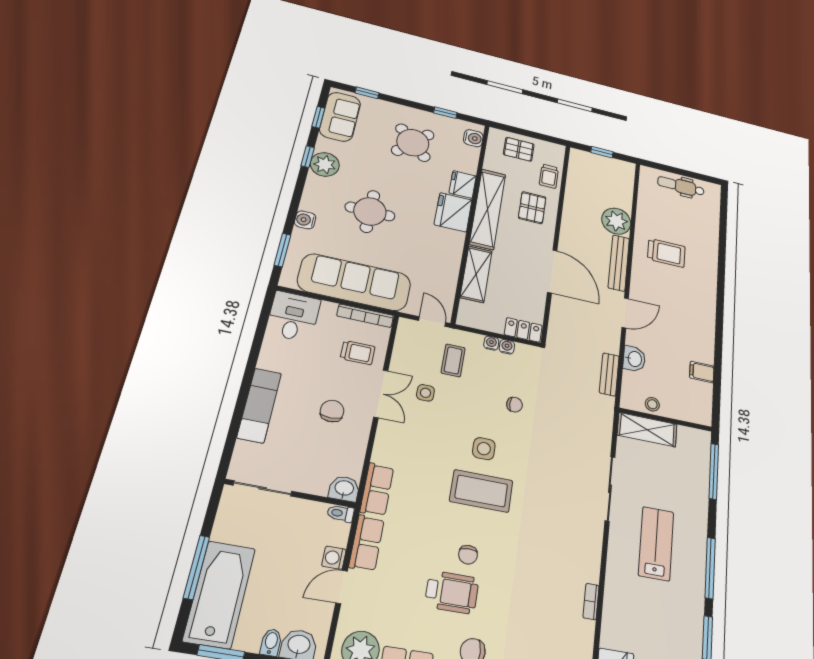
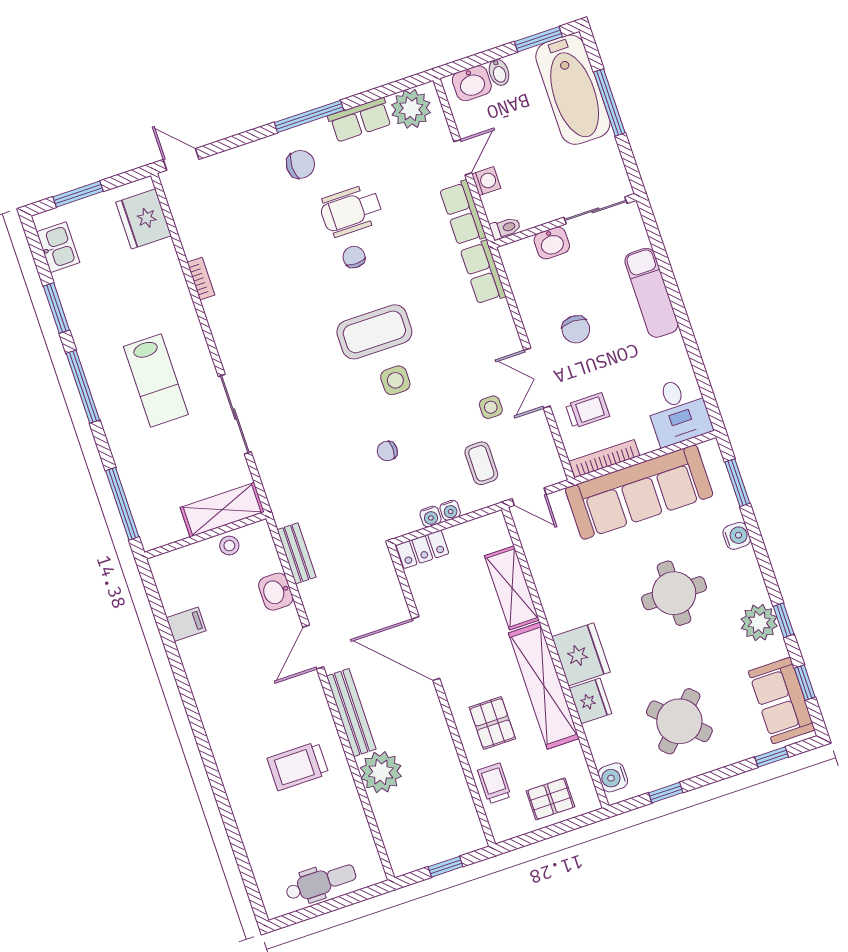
trolley: (358, 353) -> (588, 410), turned 180
washbasin: (344, 489) -> (552, 243), moved

